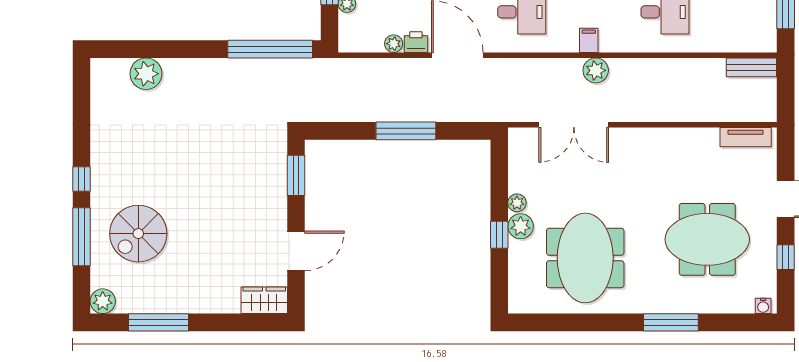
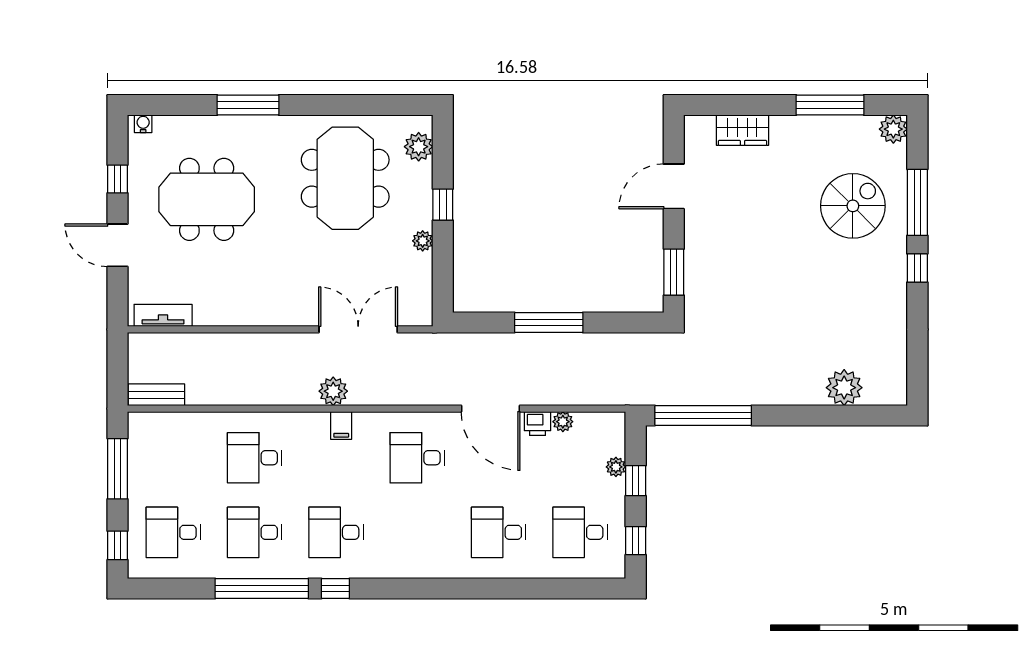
plant: (521, 226) -> (419, 147), moved
wardrobe: (264, 300) -> (742, 130), moved

